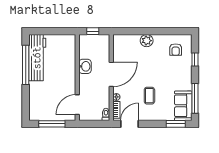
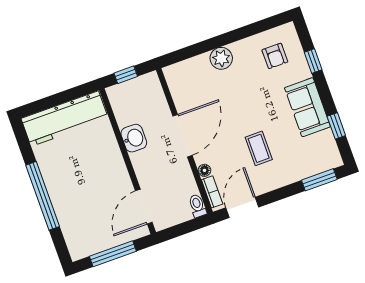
workbench: (37, 58) -> (65, 119), moved, turned 90
window: (26, 65) -> (43, 196), moved
window: (195, 98) -> (336, 126), width x0.46
sofa: (183, 106) -> (307, 107), moved

